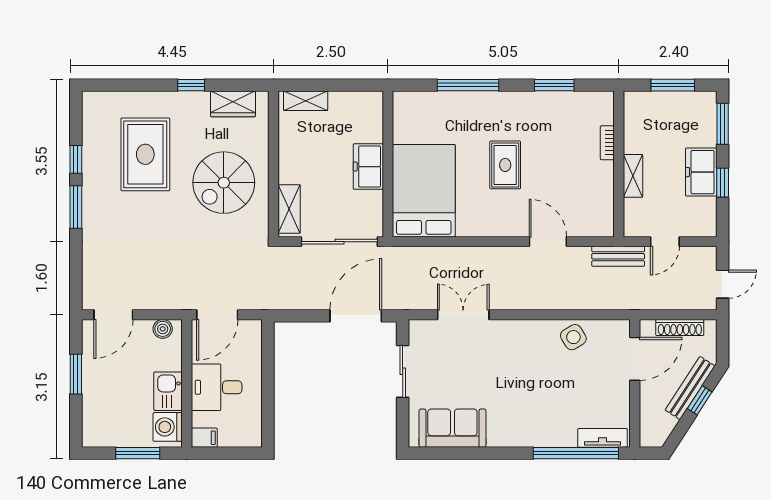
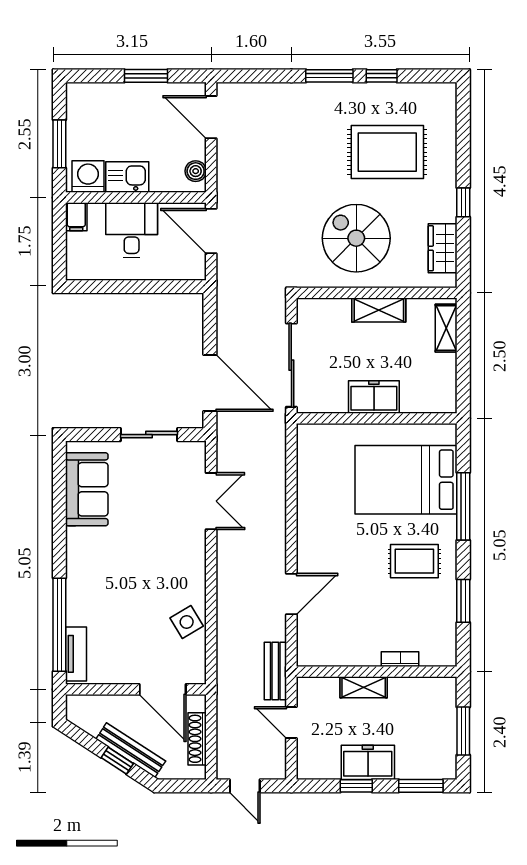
rug: (505, 165) -> (414, 561), moved
bed: (424, 191) -> (406, 480), moved, turned 180
shelving: (289, 209) -> (379, 310), moved

